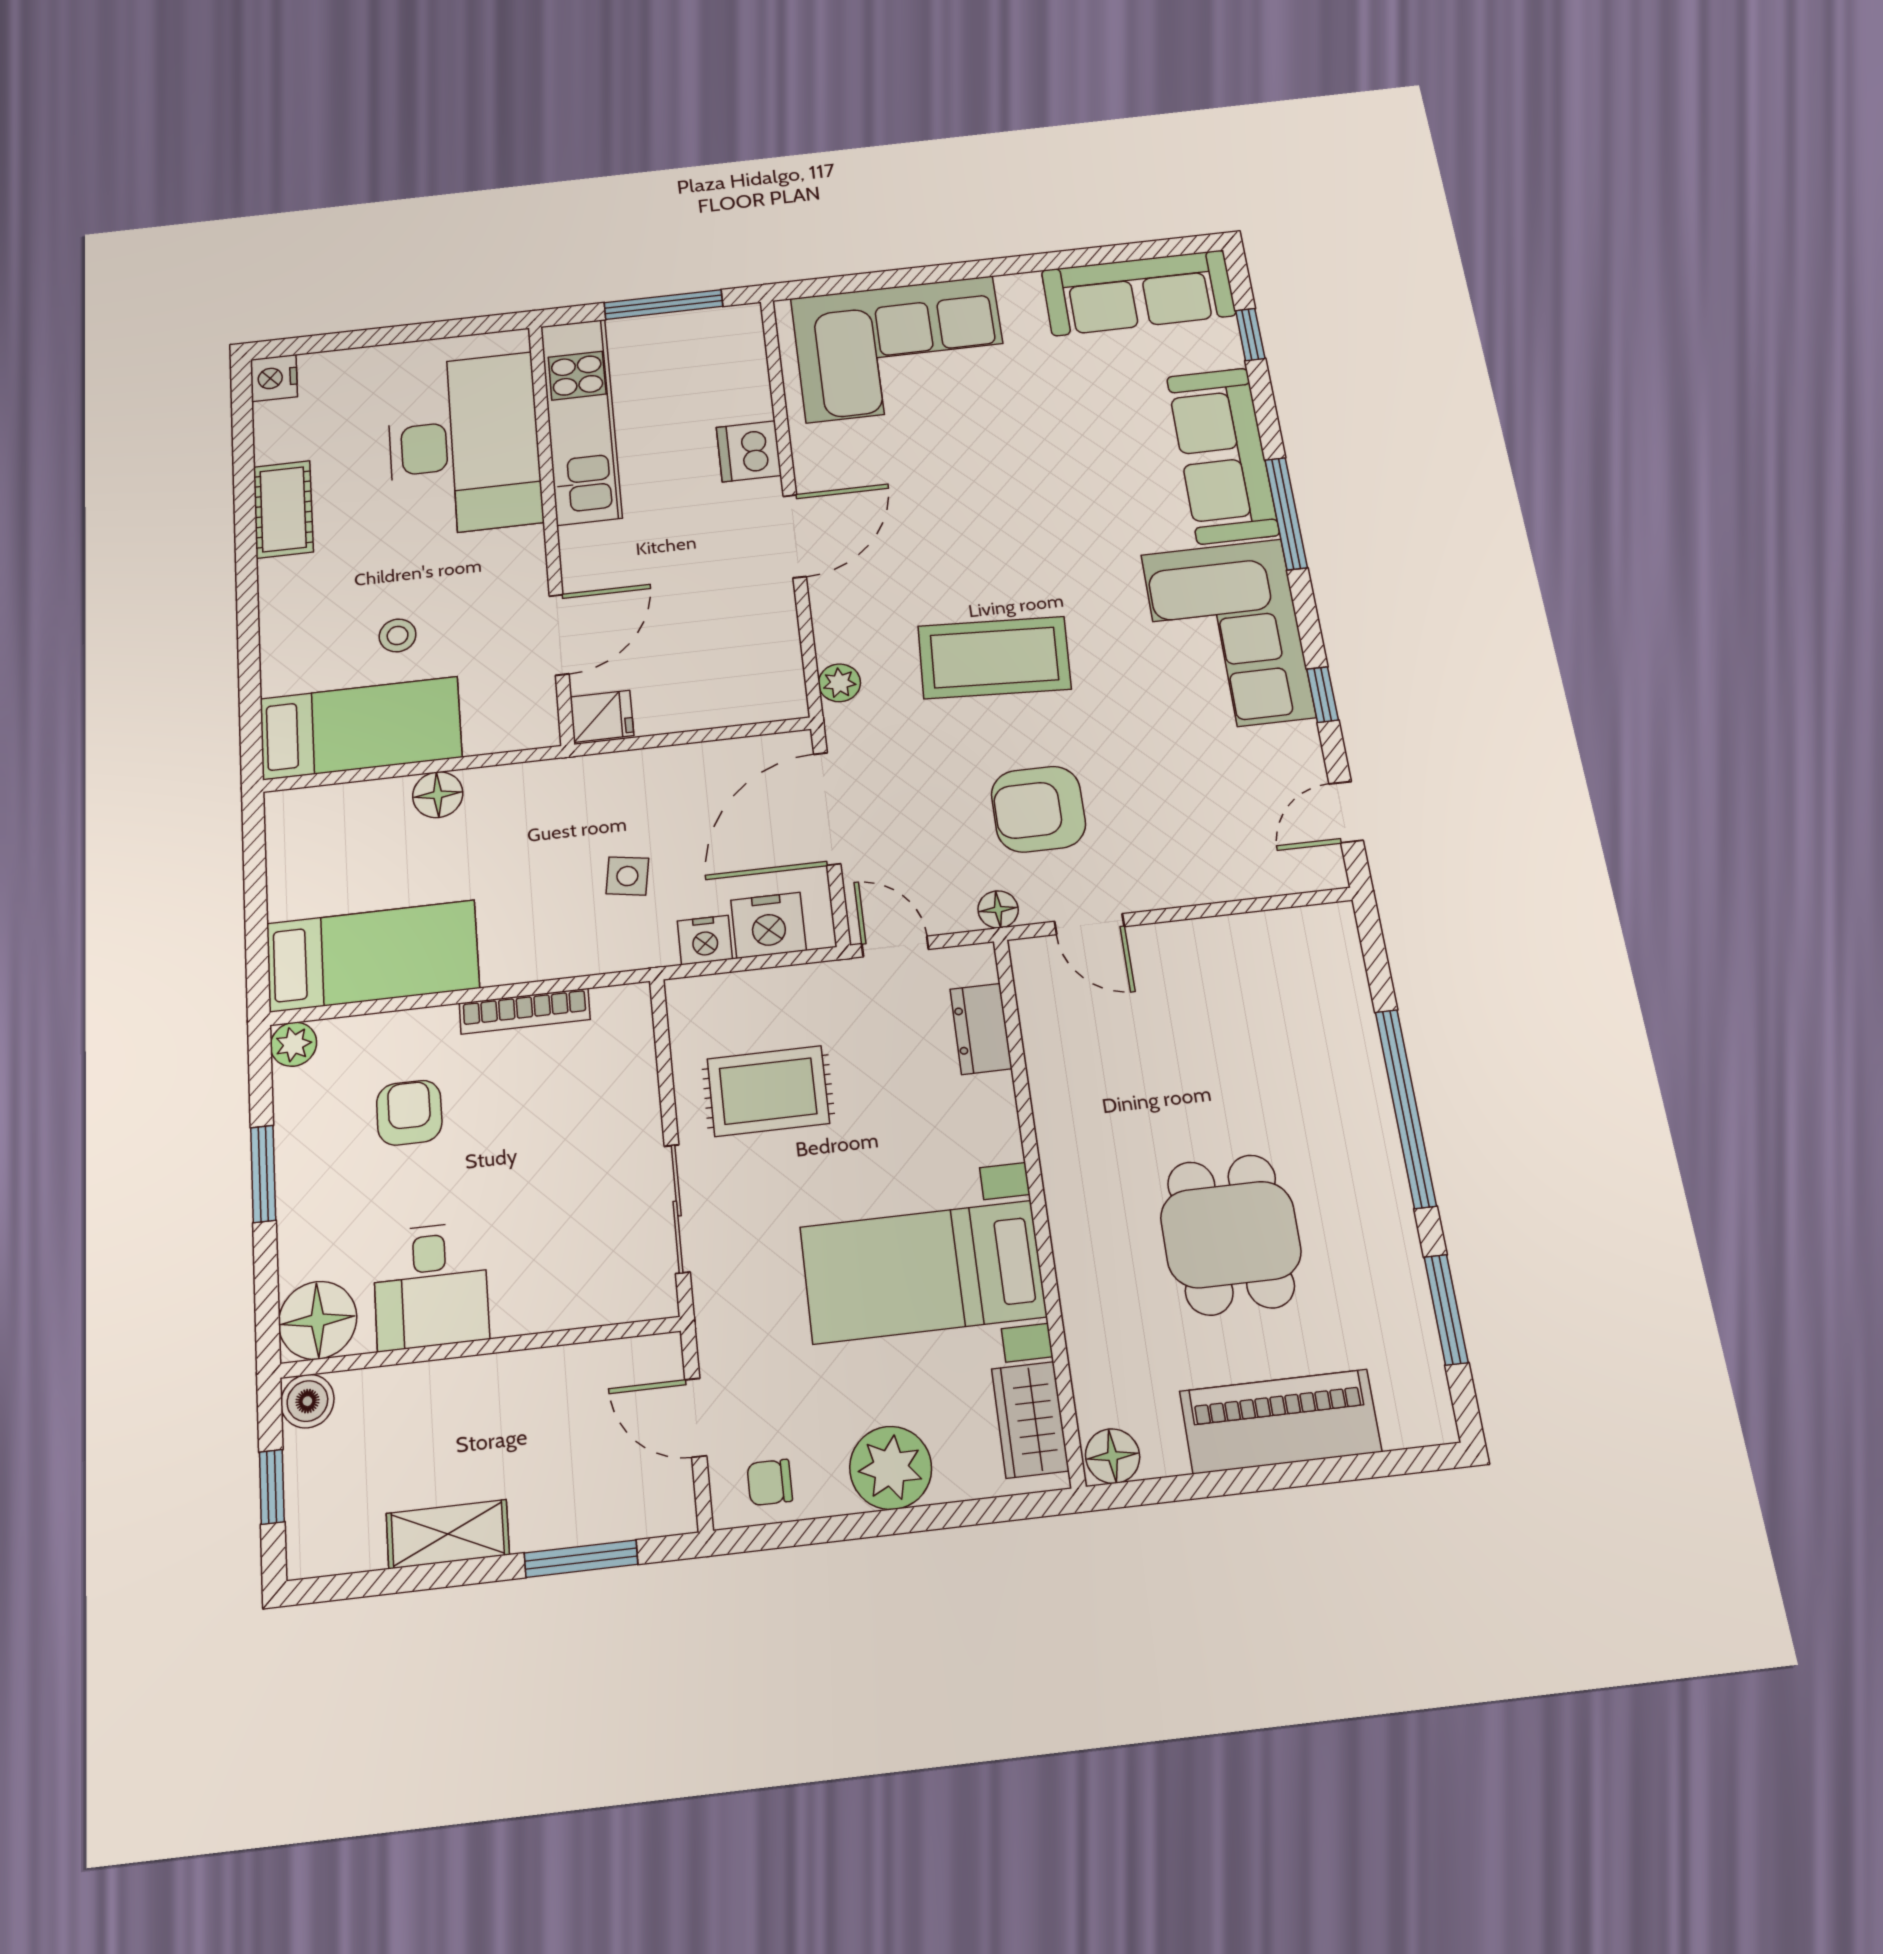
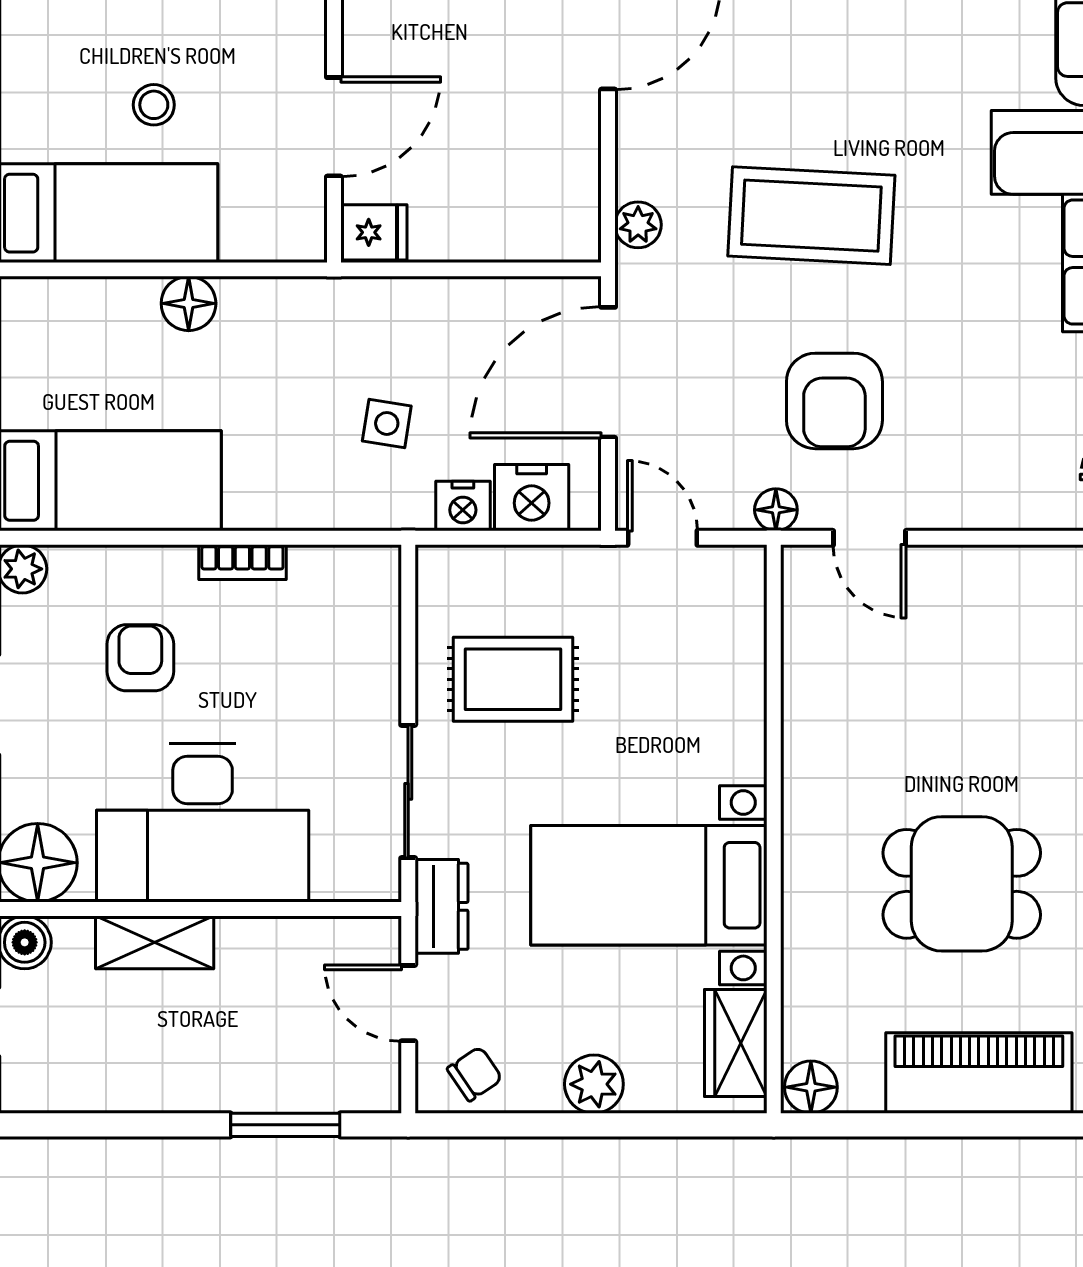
armchair: (1038, 809) -> (834, 401), turned -90
bookcase: (525, 1011) -> (242, 562), width x0.64
dresser: (981, 1029) -> (441, 906), moved, turned 180
dining table: (1231, 1234) -> (962, 884), turned 90
desk: (431, 1286) -> (203, 823), width x1.87, depth x1.30
plant: (891, 1468) -> (594, 1084), width x0.73, depth x0.73
chair: (770, 1482) -> (475, 1074), turned 146
shelving: (448, 1534) -> (155, 942), moved

